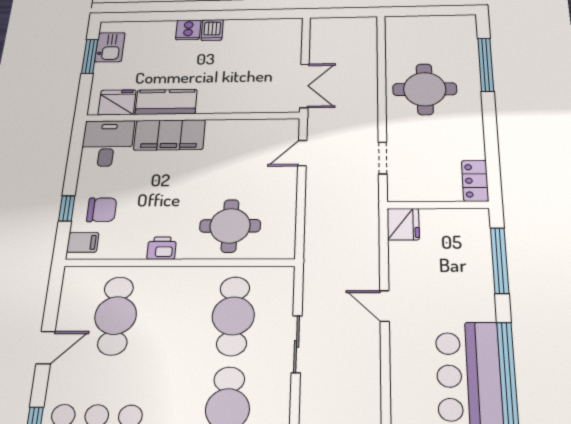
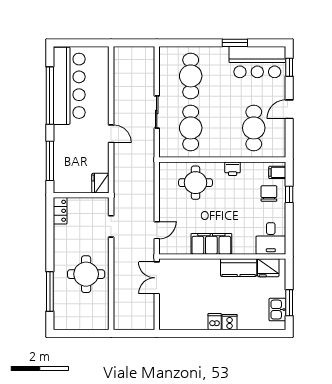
filing cabinet: (169, 135) -> (211, 244), moved
chair: (102, 210) -> (269, 193), turned 90

